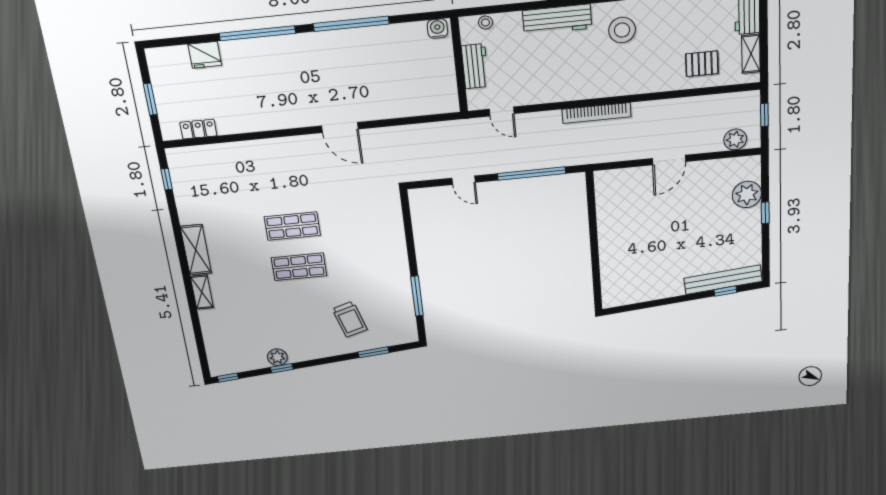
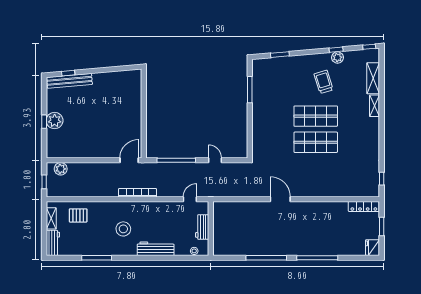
water cooler: (437, 29) -> (220, 250), removed
stool: (622, 30) -> (123, 229), moved
fridge: (205, 55) -> (373, 248), moved, turned -90
door: (502, 111) -> (190, 199), hinge flipped
locker: (198, 129) -> (364, 207), width x1.53
door: (669, 160) -> (129, 160), moved
plant: (747, 195) -> (55, 121), moved
shop shelf: (292, 226) -> (316, 142), width x1.43, depth x1.36
shelving: (196, 250) -> (373, 78), moved
shop shelf: (299, 267) -> (316, 116), width x1.43, depth x1.36
trolley: (350, 319) -> (324, 82), moved

